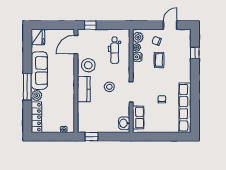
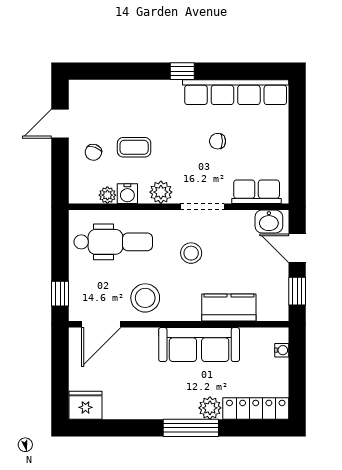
door: (170, 25) -> (60, 124), hinge flipped
plant: (138, 37) -> (161, 192), moved
door: (76, 45) -> (101, 324), hinge flipped
dental chair: (115, 50) -> (113, 242), width x1.36, depth x1.38
window: (195, 53) -> (182, 71), moved
sofa: (39, 71) -> (199, 345), moved, turned 180
kitchen counter: (84, 89) -> (229, 307), moved
door: (112, 137) -> (297, 248), added

